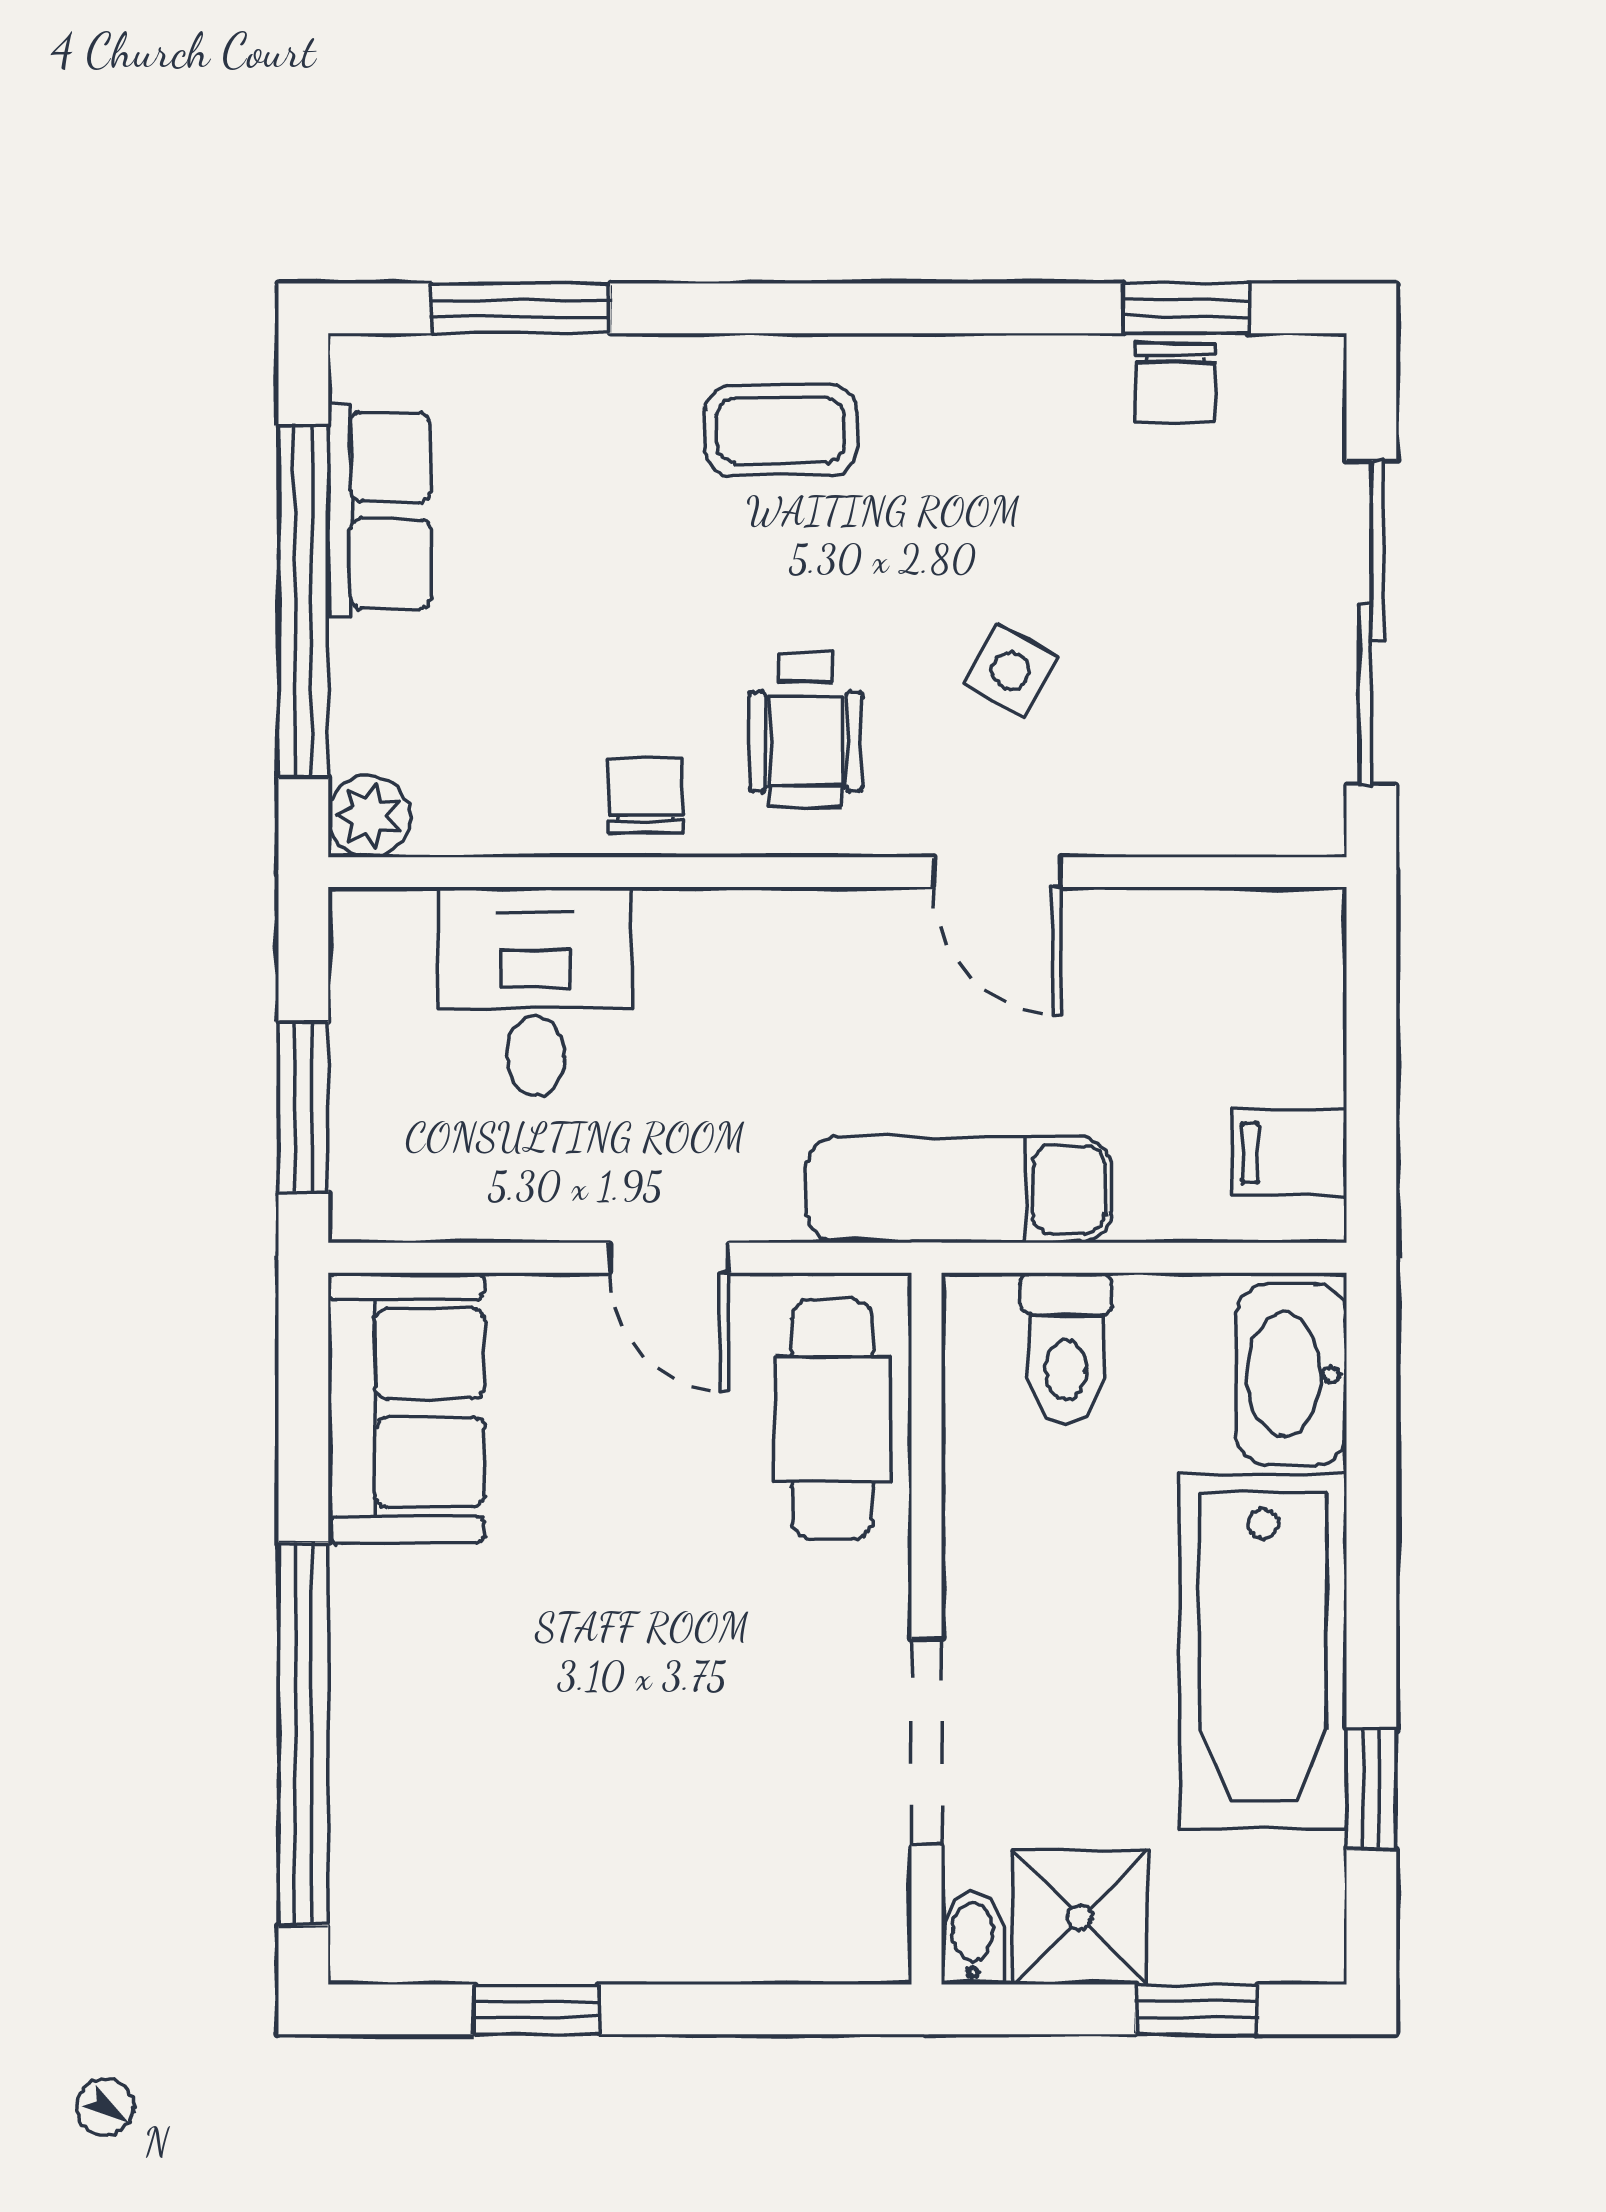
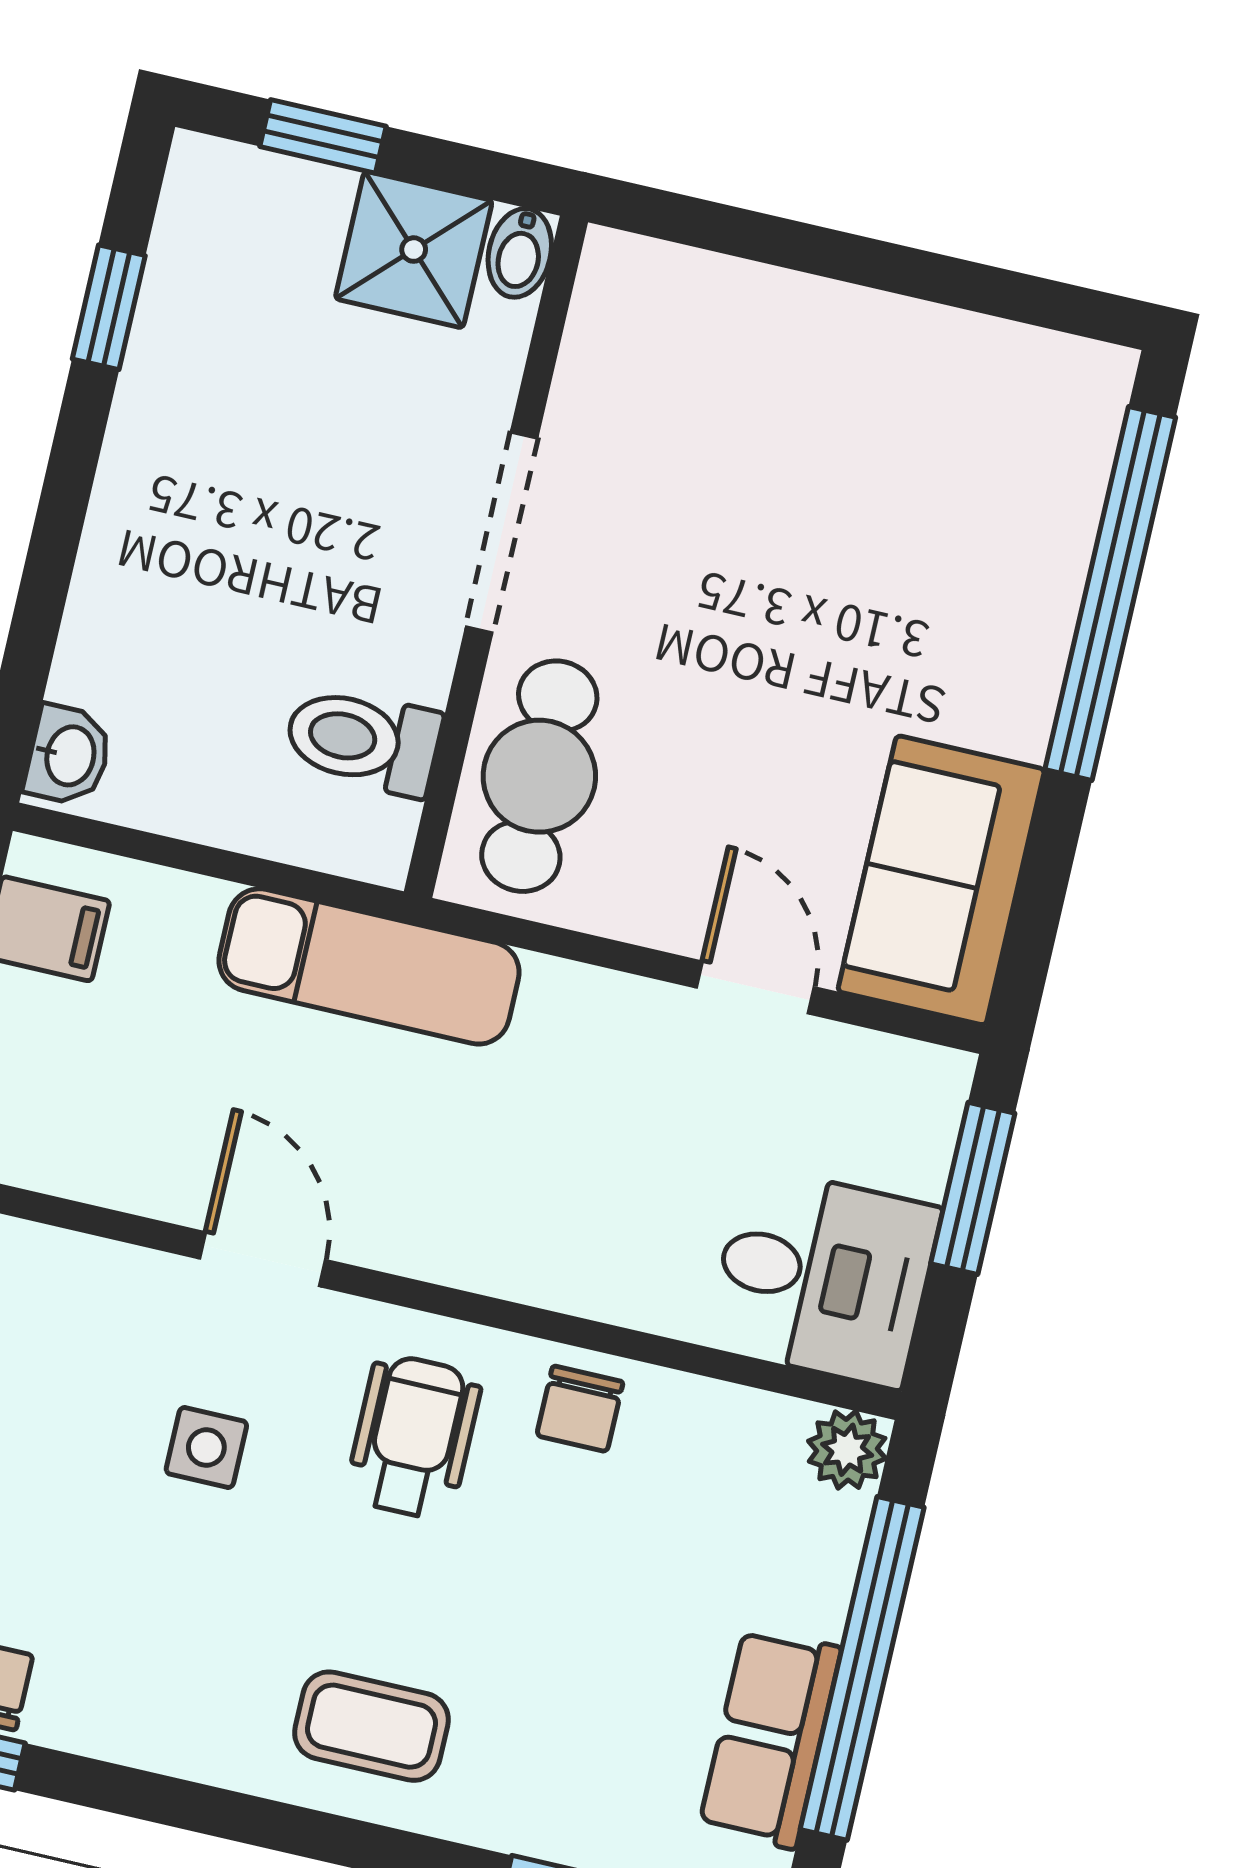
side table: (1010, 671) -> (206, 1447), turned -30
desk: (535, 991) -> (823, 1277), moved, turned -90
door: (669, 1258) -> (755, 987), moved
toilet: (1066, 1349) -> (363, 741), moved, turned -90
washbasin: (1291, 1375) -> (68, 755), width x0.52, depth x0.69
bathtub: (1263, 1651) -> (181, 461), removed
doorway: (926, 1742) -> (502, 532), moved
window: (537, 2009) -> (949, 281), removed

